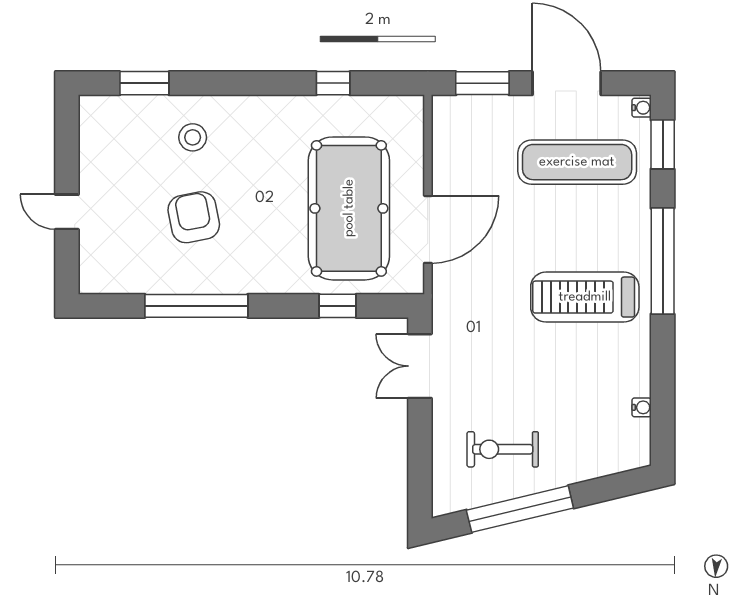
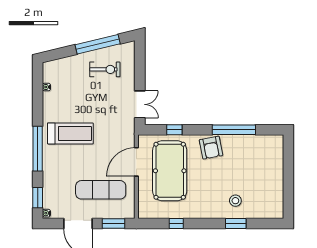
window: (144, 83) -> (236, 223), moved
exercise mat: (577, 162) -> (101, 190), moved
door: (67, 212) -> (288, 169), removed
armchair: (194, 217) -> (211, 148), moved

